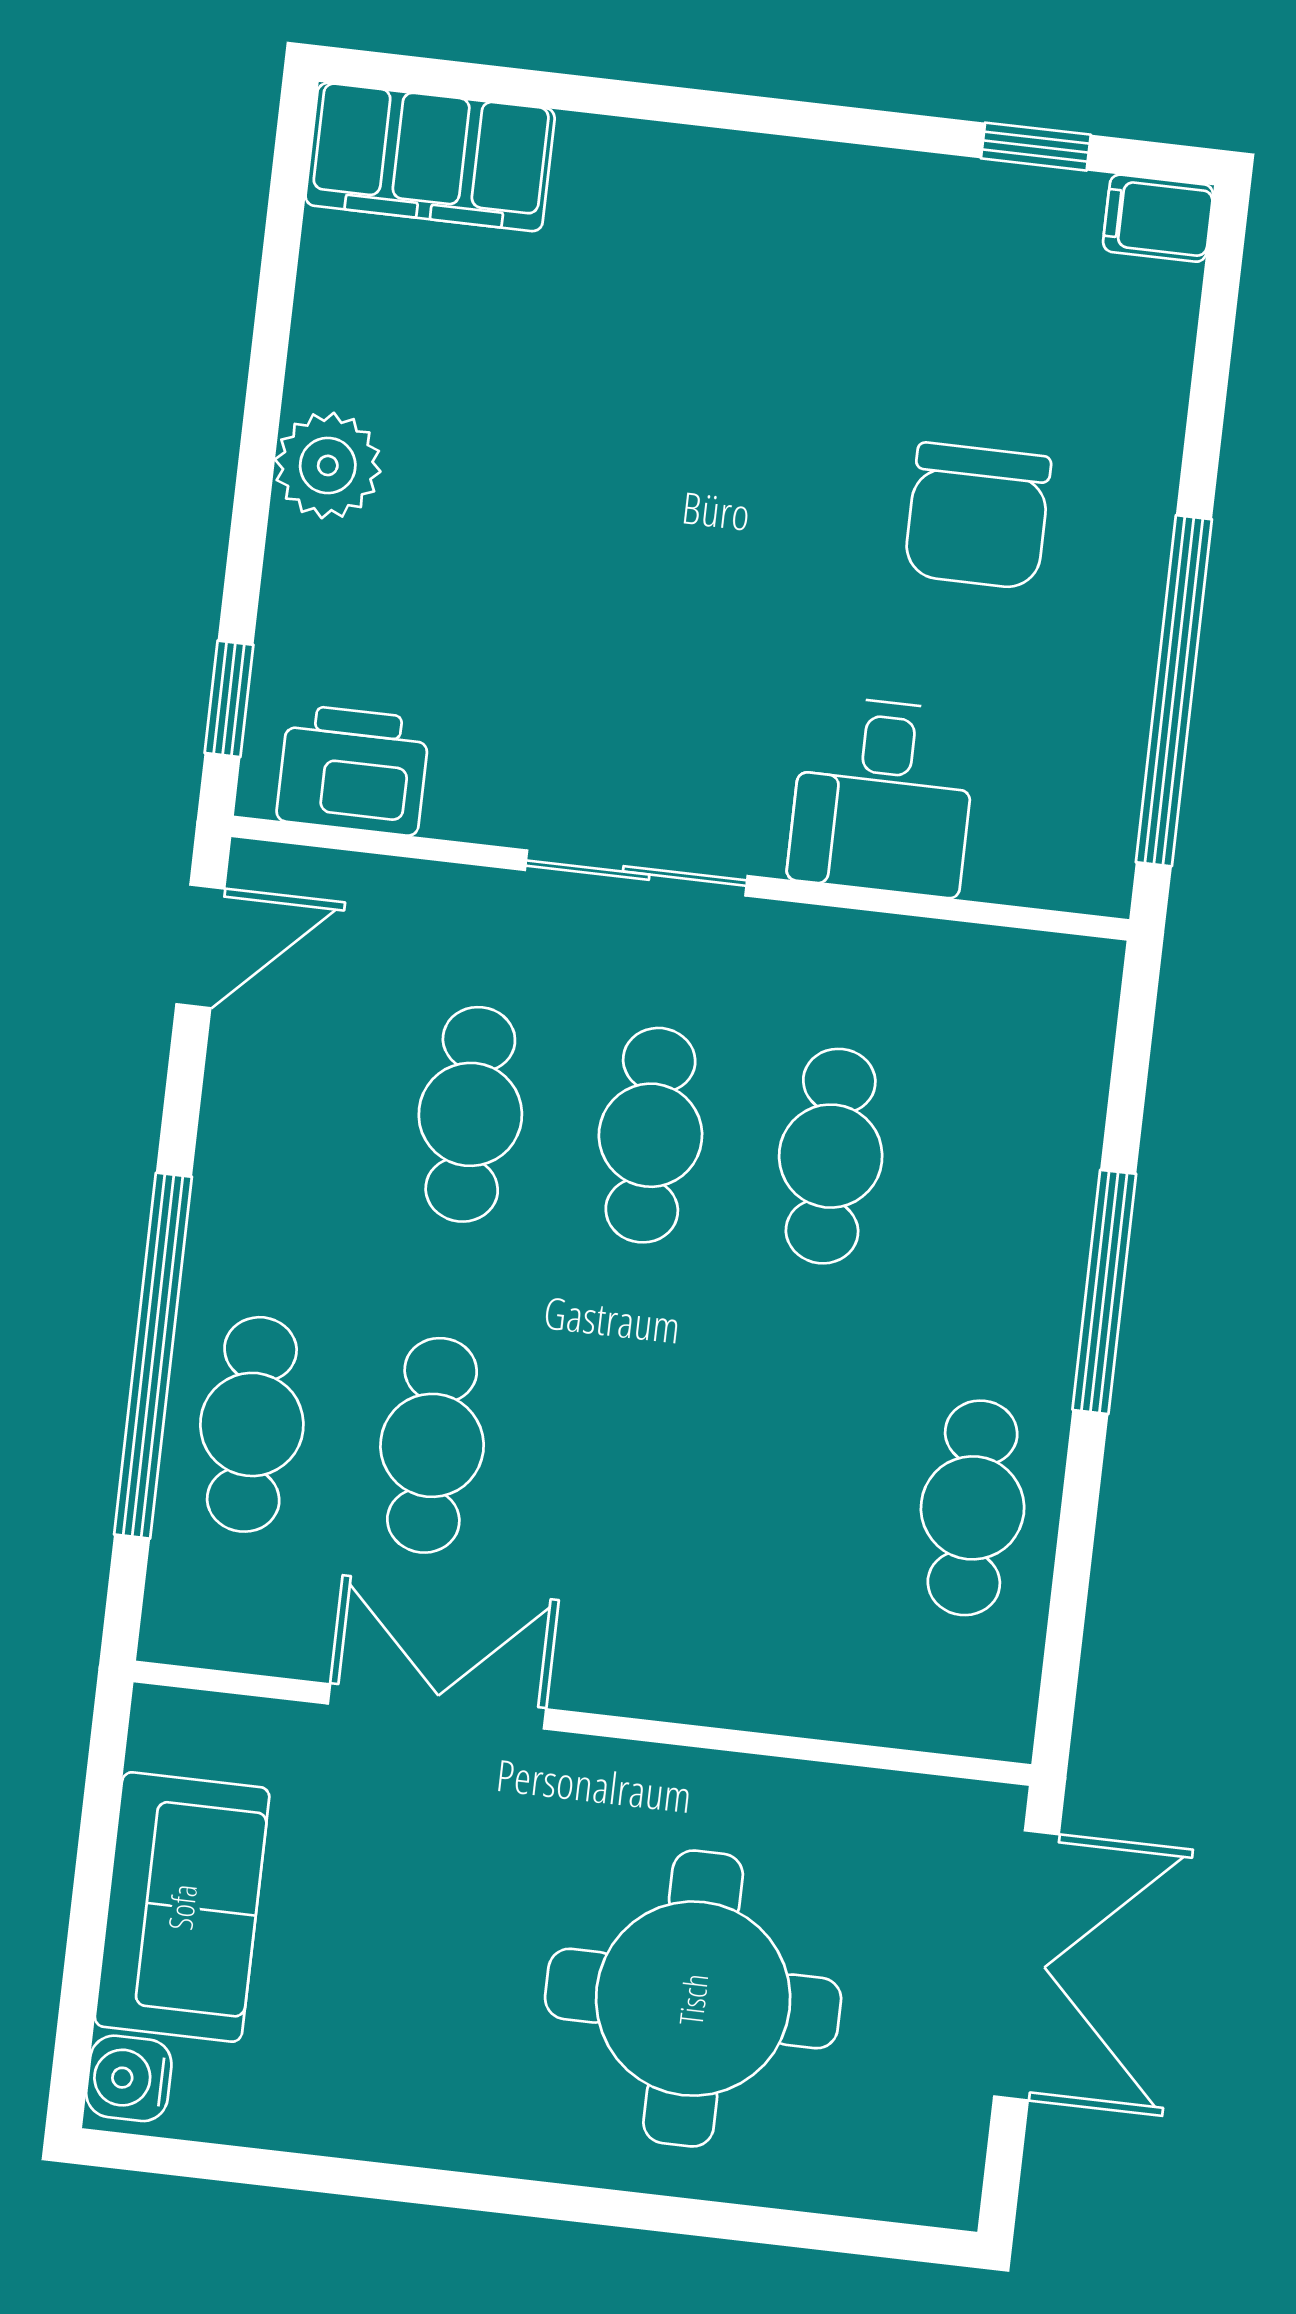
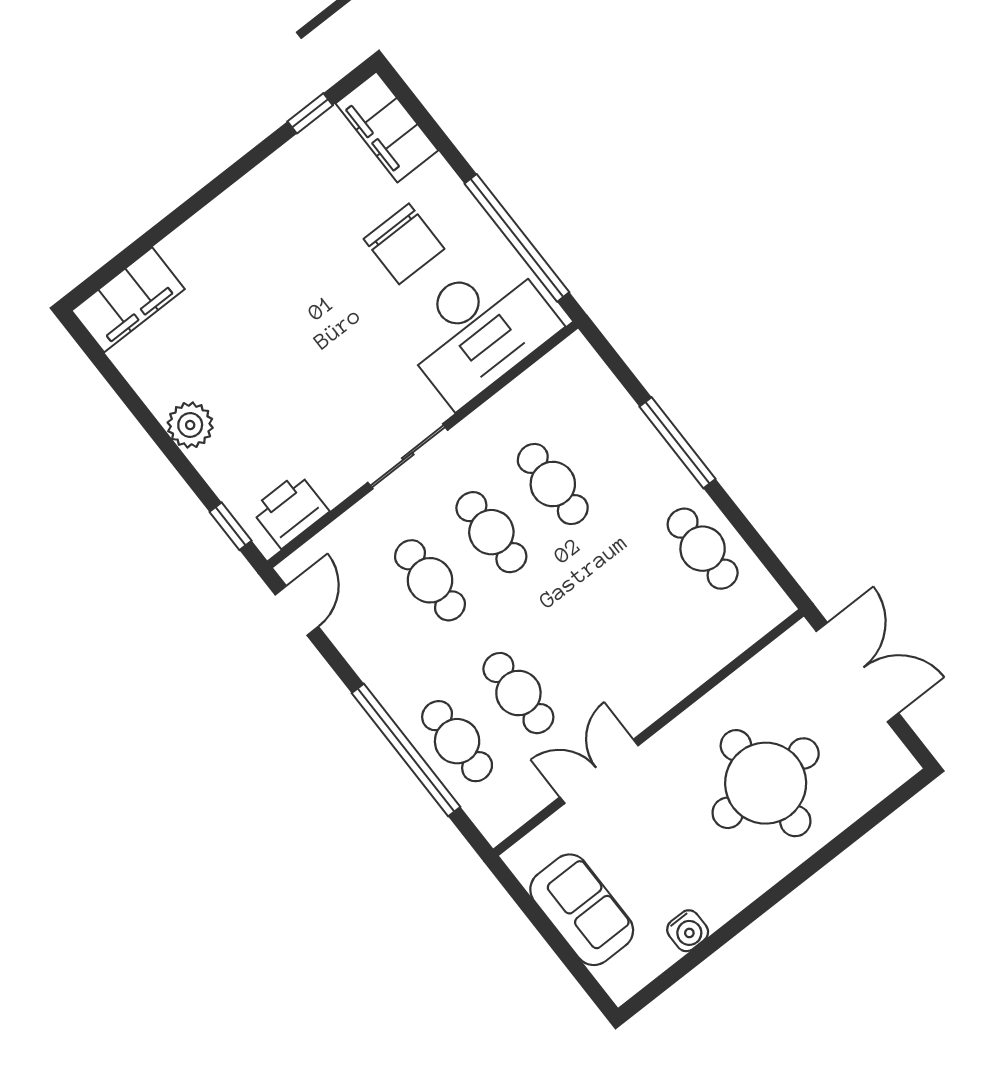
filing cabinet: (1158, 218) -> (387, 127), width x3.00, depth x1.17
desk: (883, 796) -> (478, 329), width x1.87, depth x1.30
water cooler: (129, 2078) -> (688, 931), moved, turned -90

